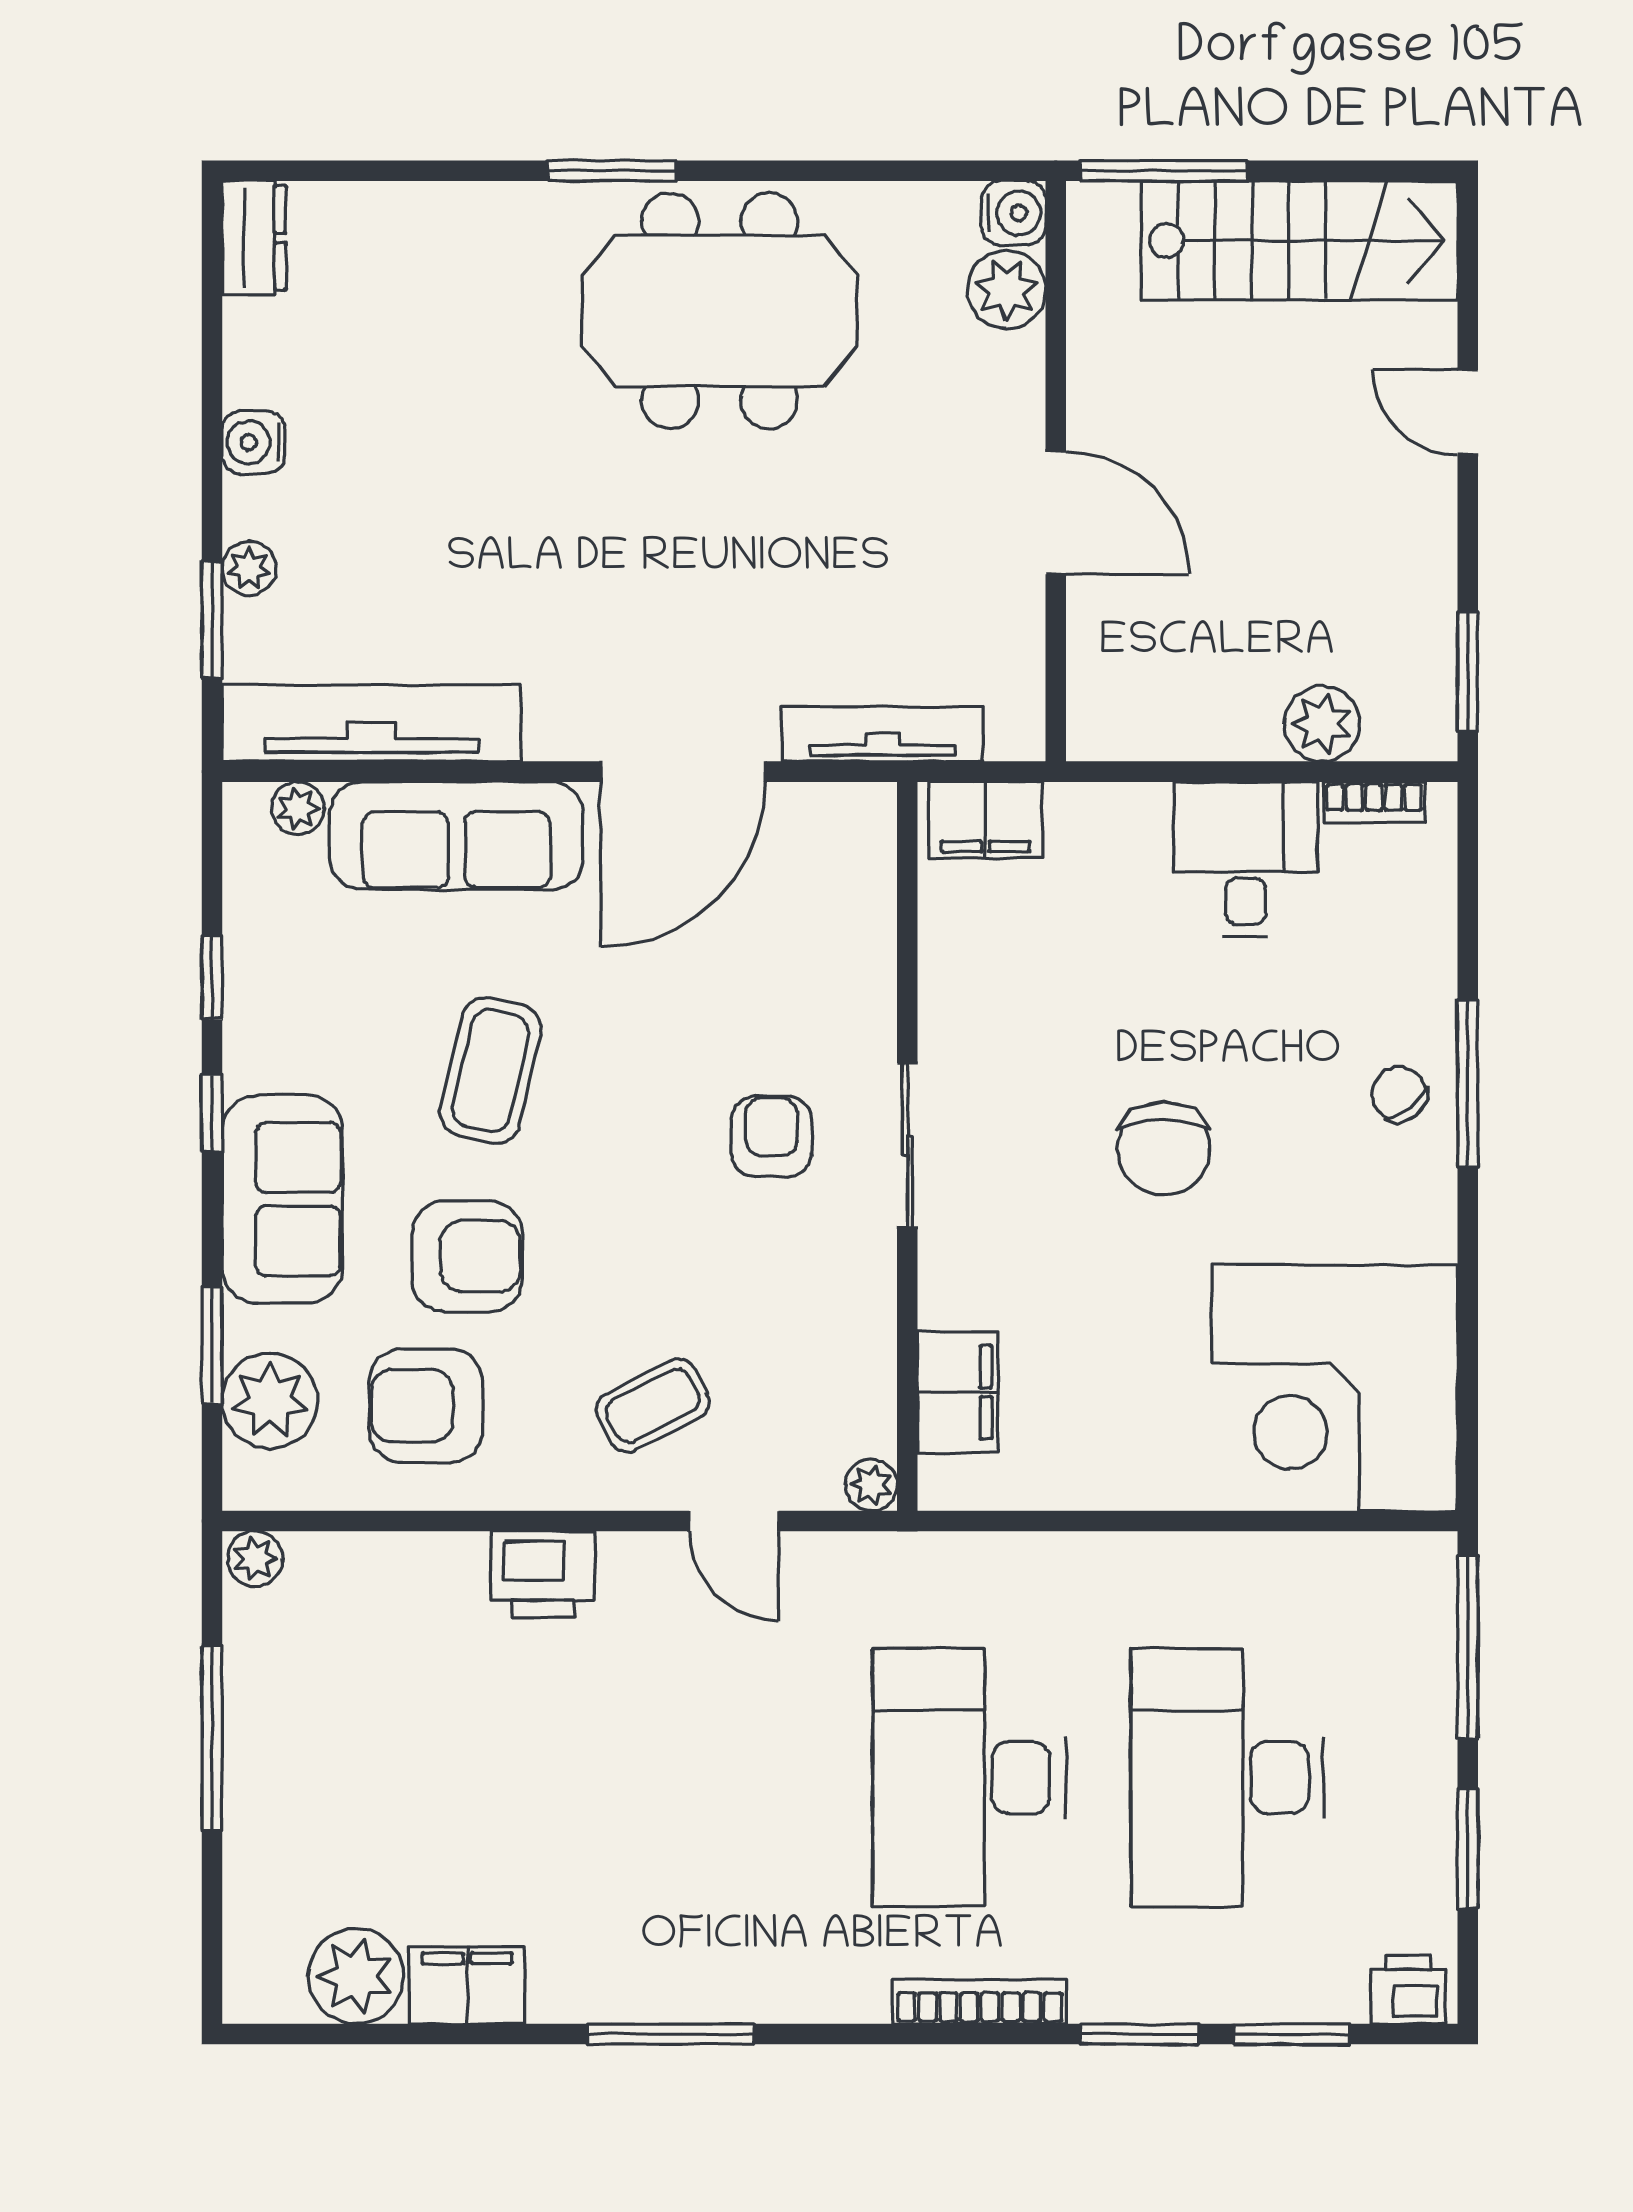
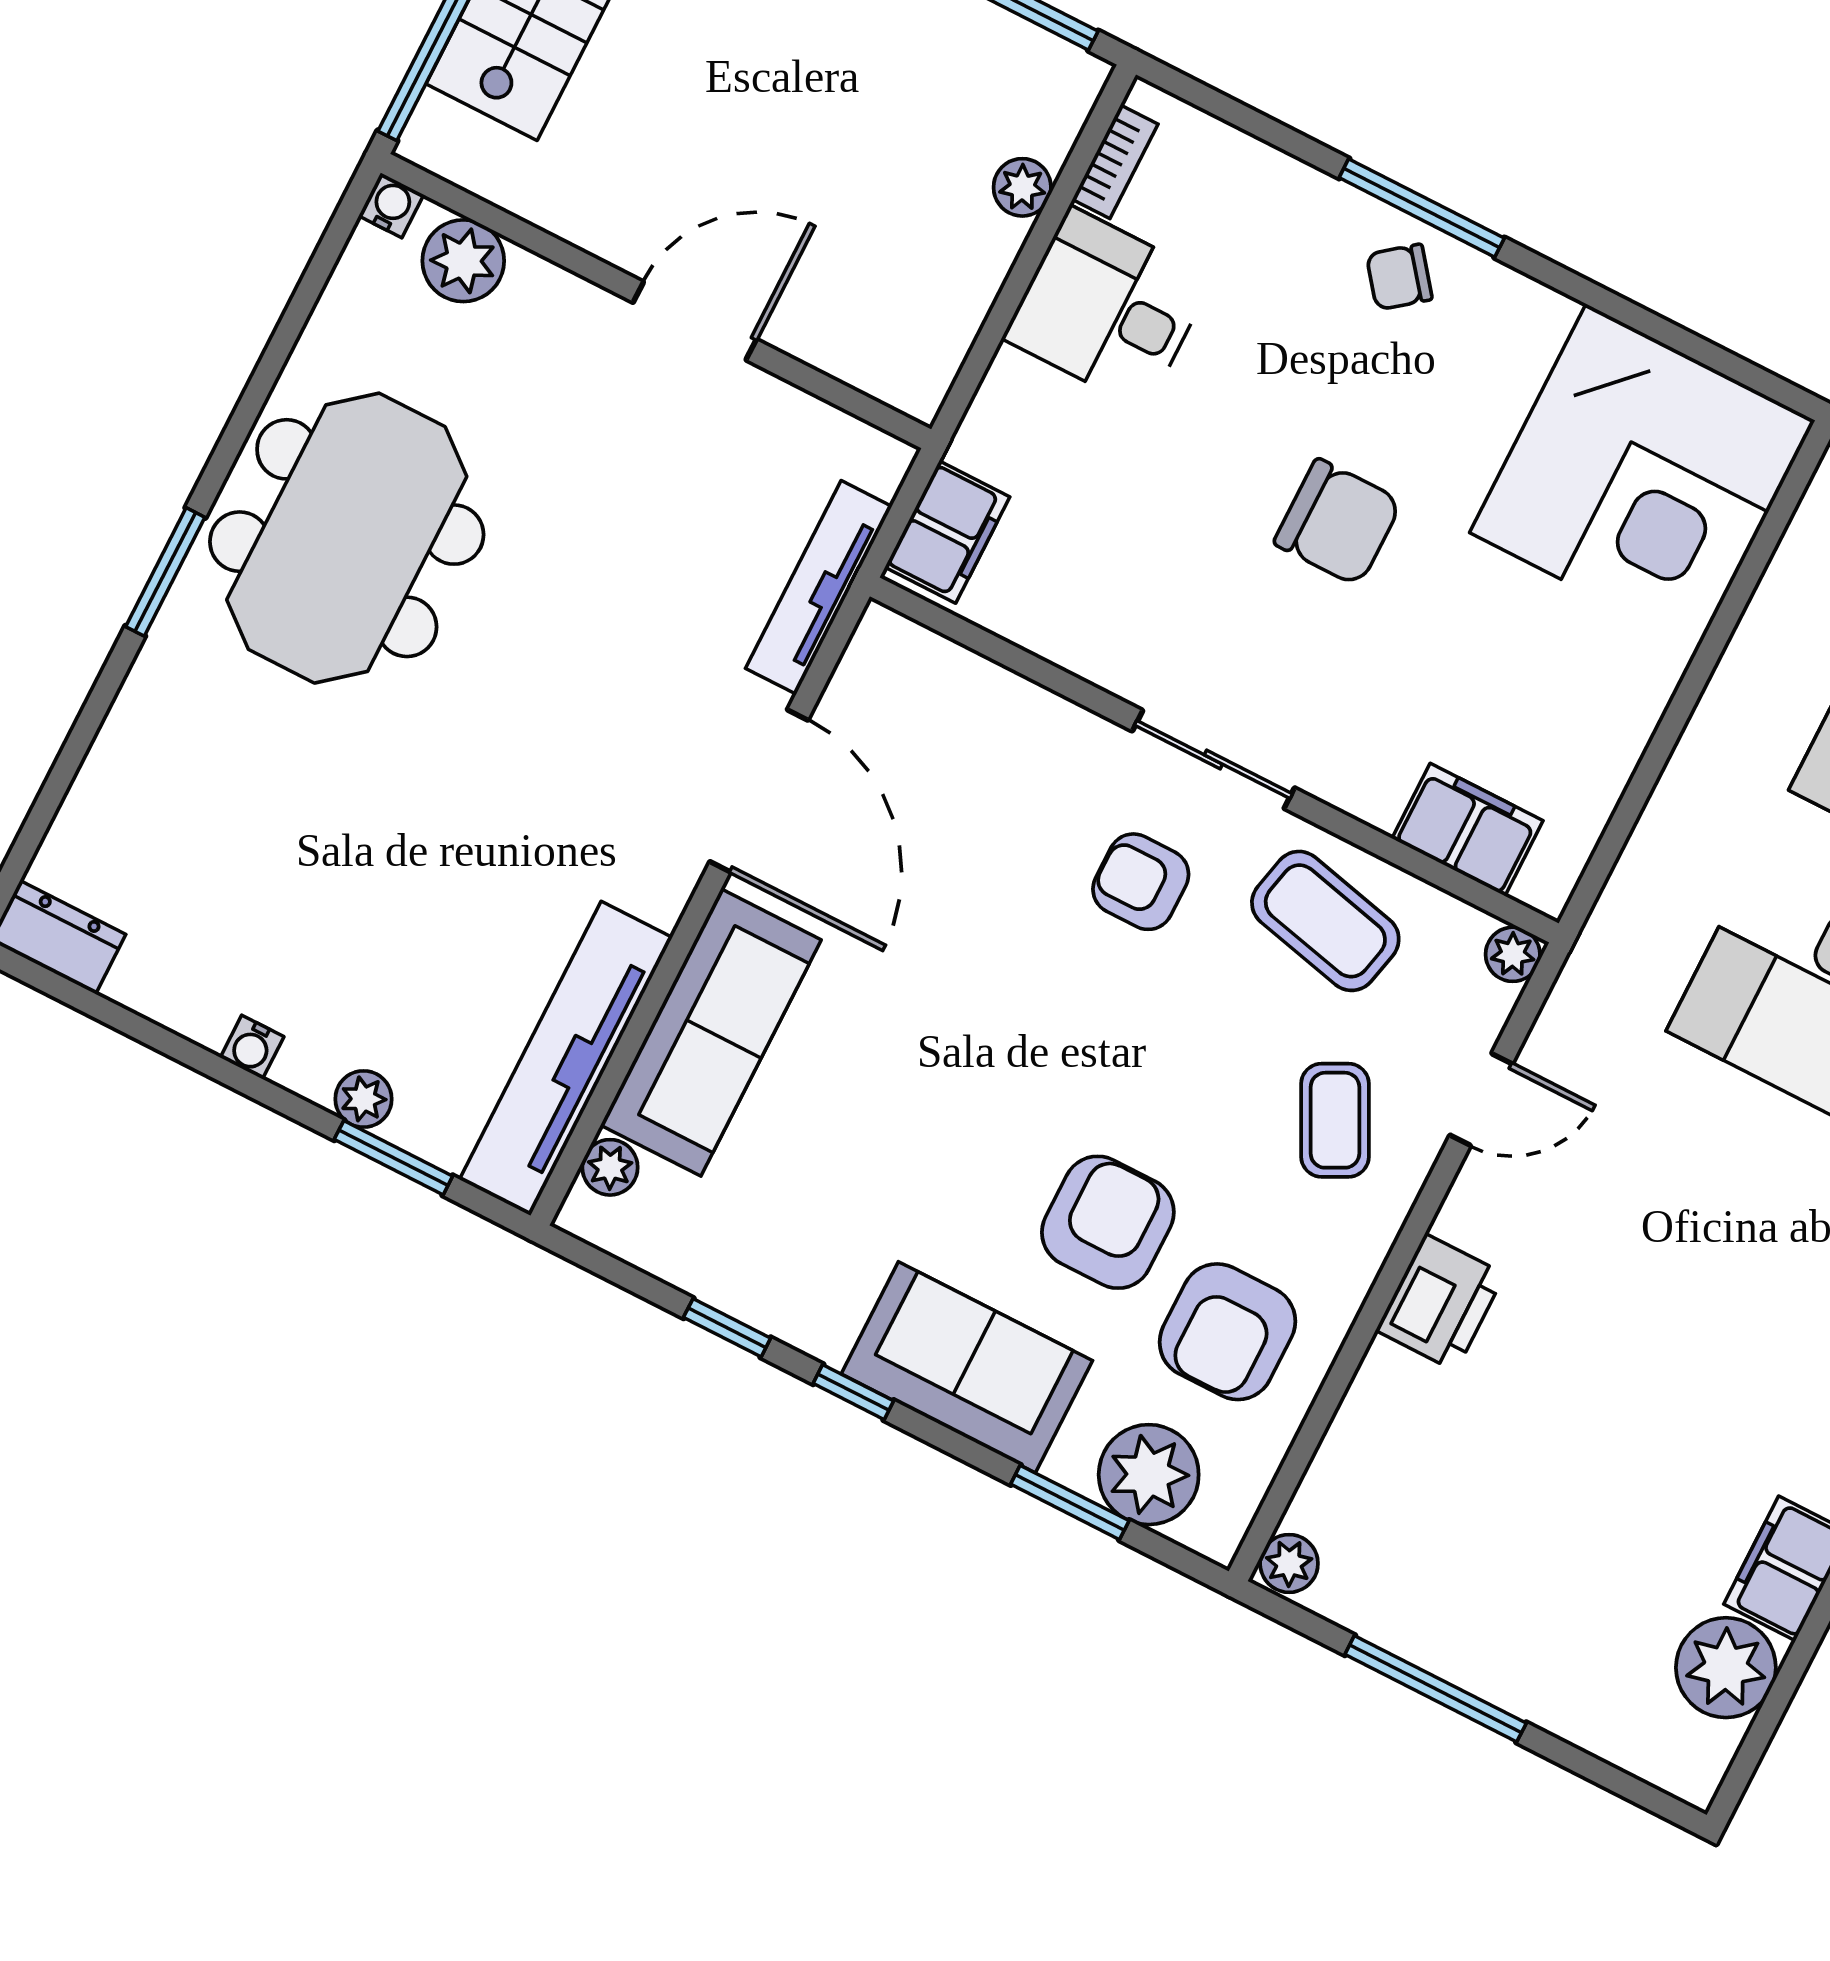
water cooler: (1014, 213) -> (391, 205), width x0.72, depth x0.72
water cooler: (254, 442) -> (252, 1047), width x0.72, depth x0.72
plant: (1322, 724) -> (1022, 187), width x0.73, depth x0.73
coffee table: (491, 1071) -> (1325, 921), moved

